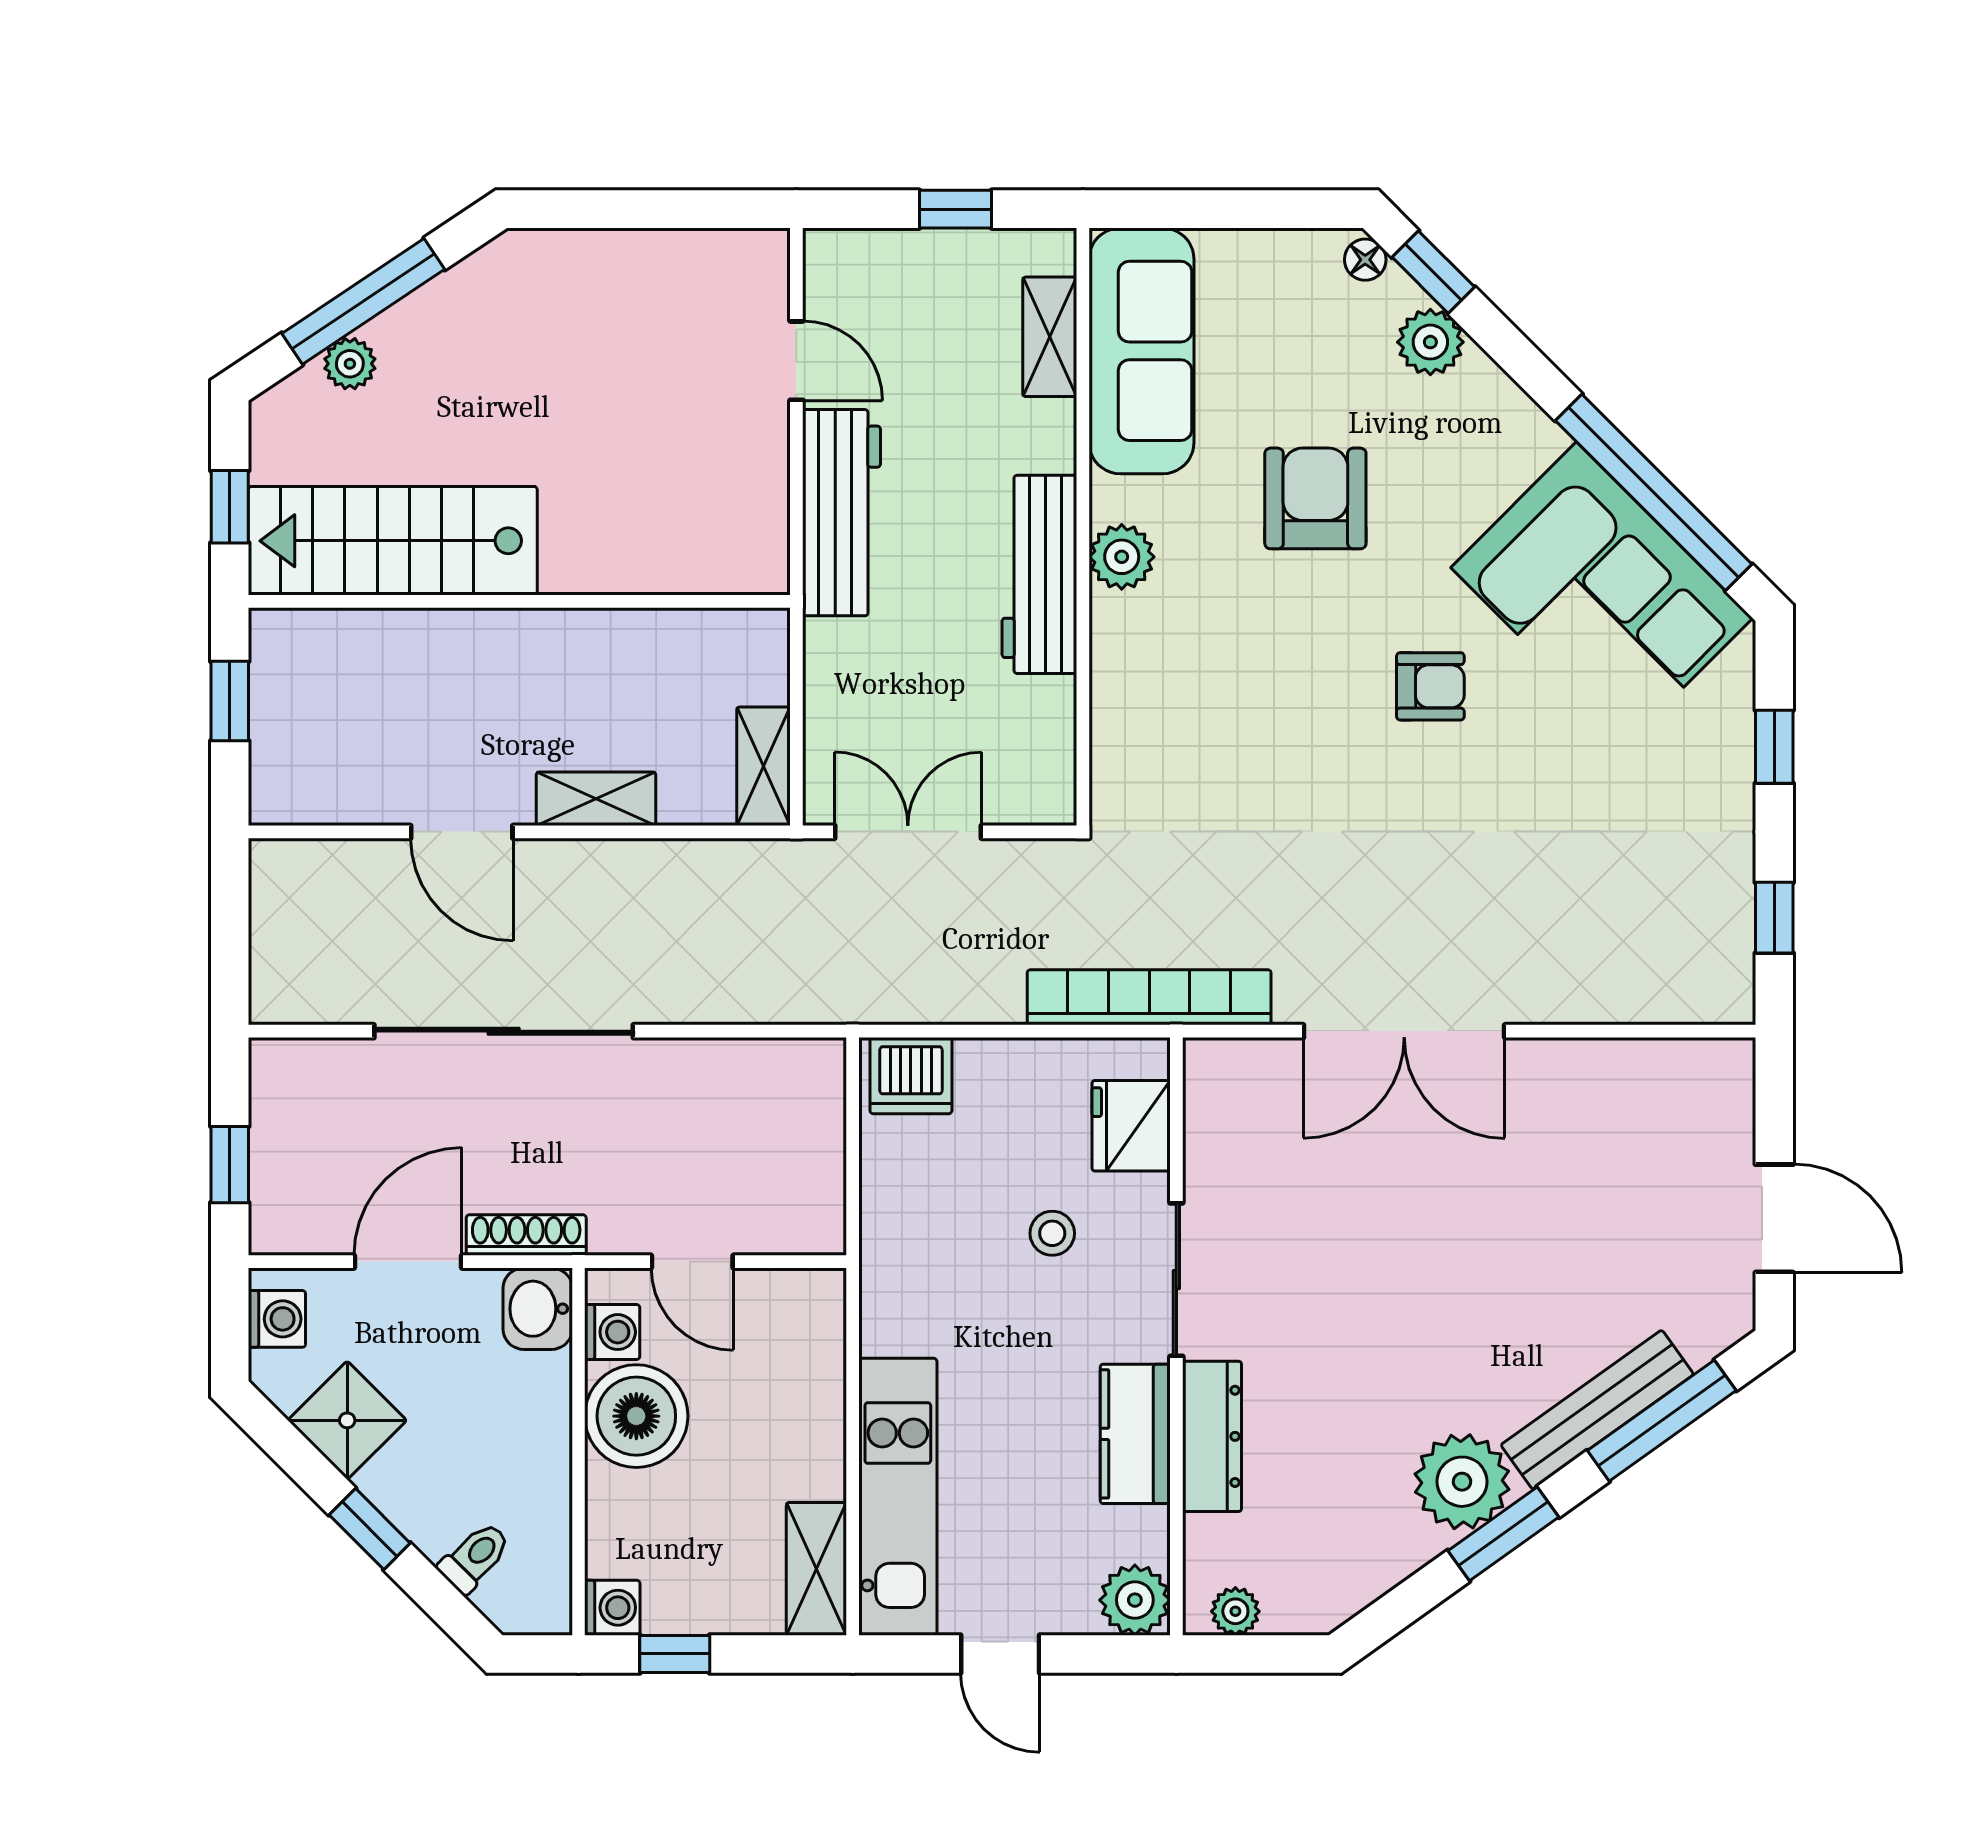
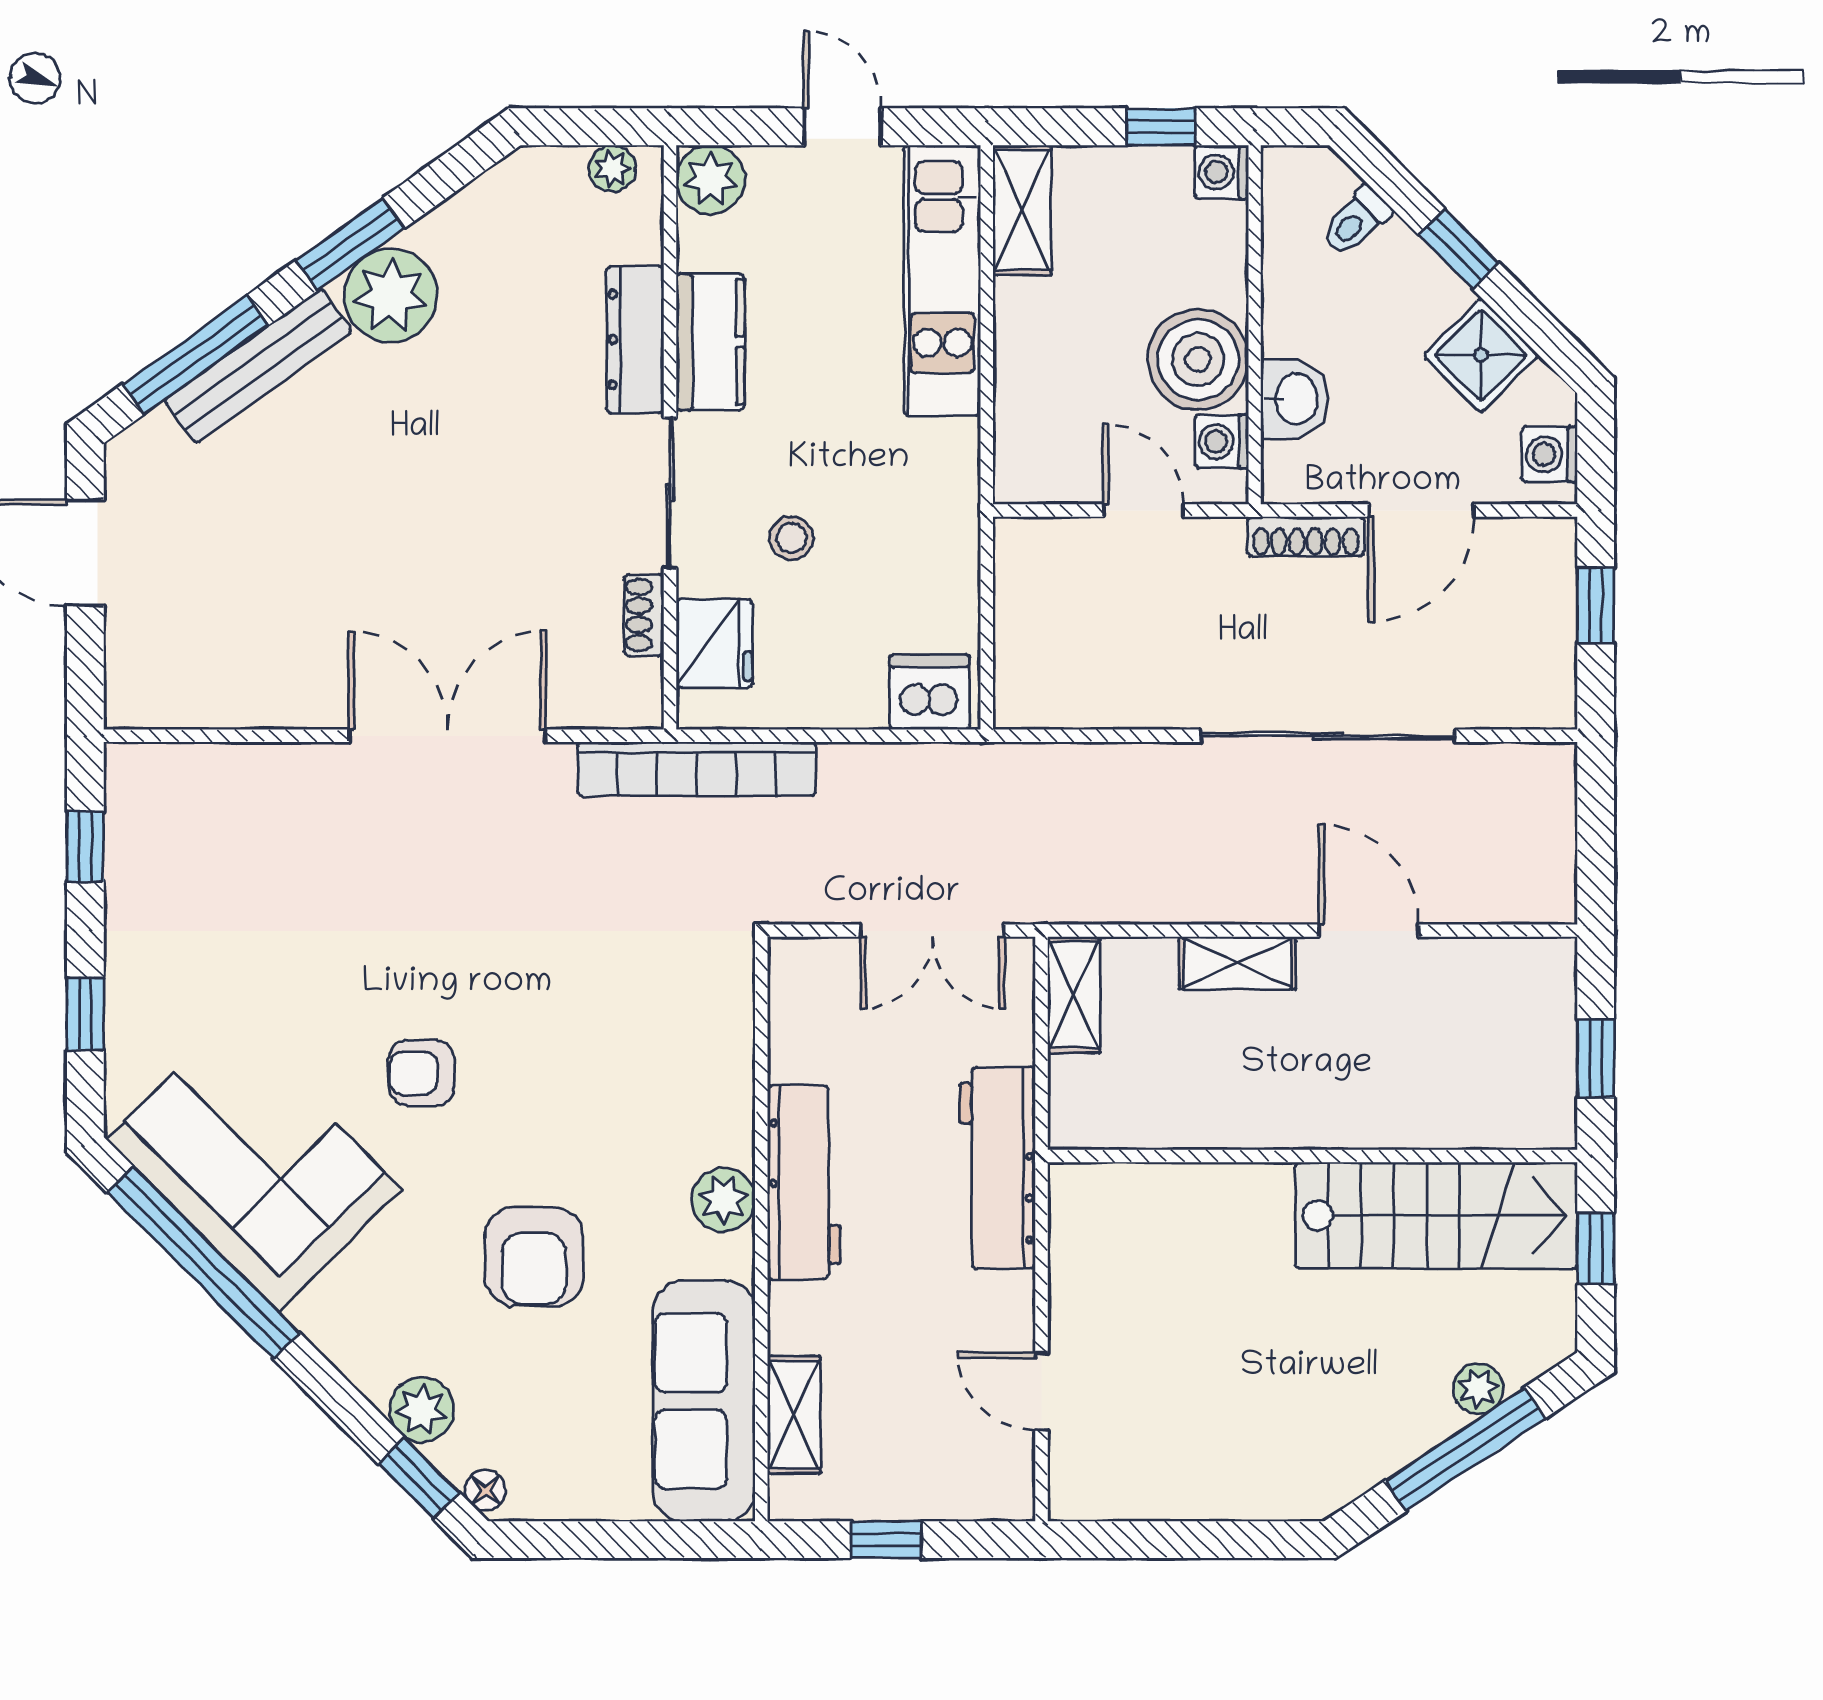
workbench: (842, 513) -> (997, 1168), moved
shoe rack: (1203, 1155) -> (644, 615), added
washbasin: (538, 1309) -> (1295, 399), moved

